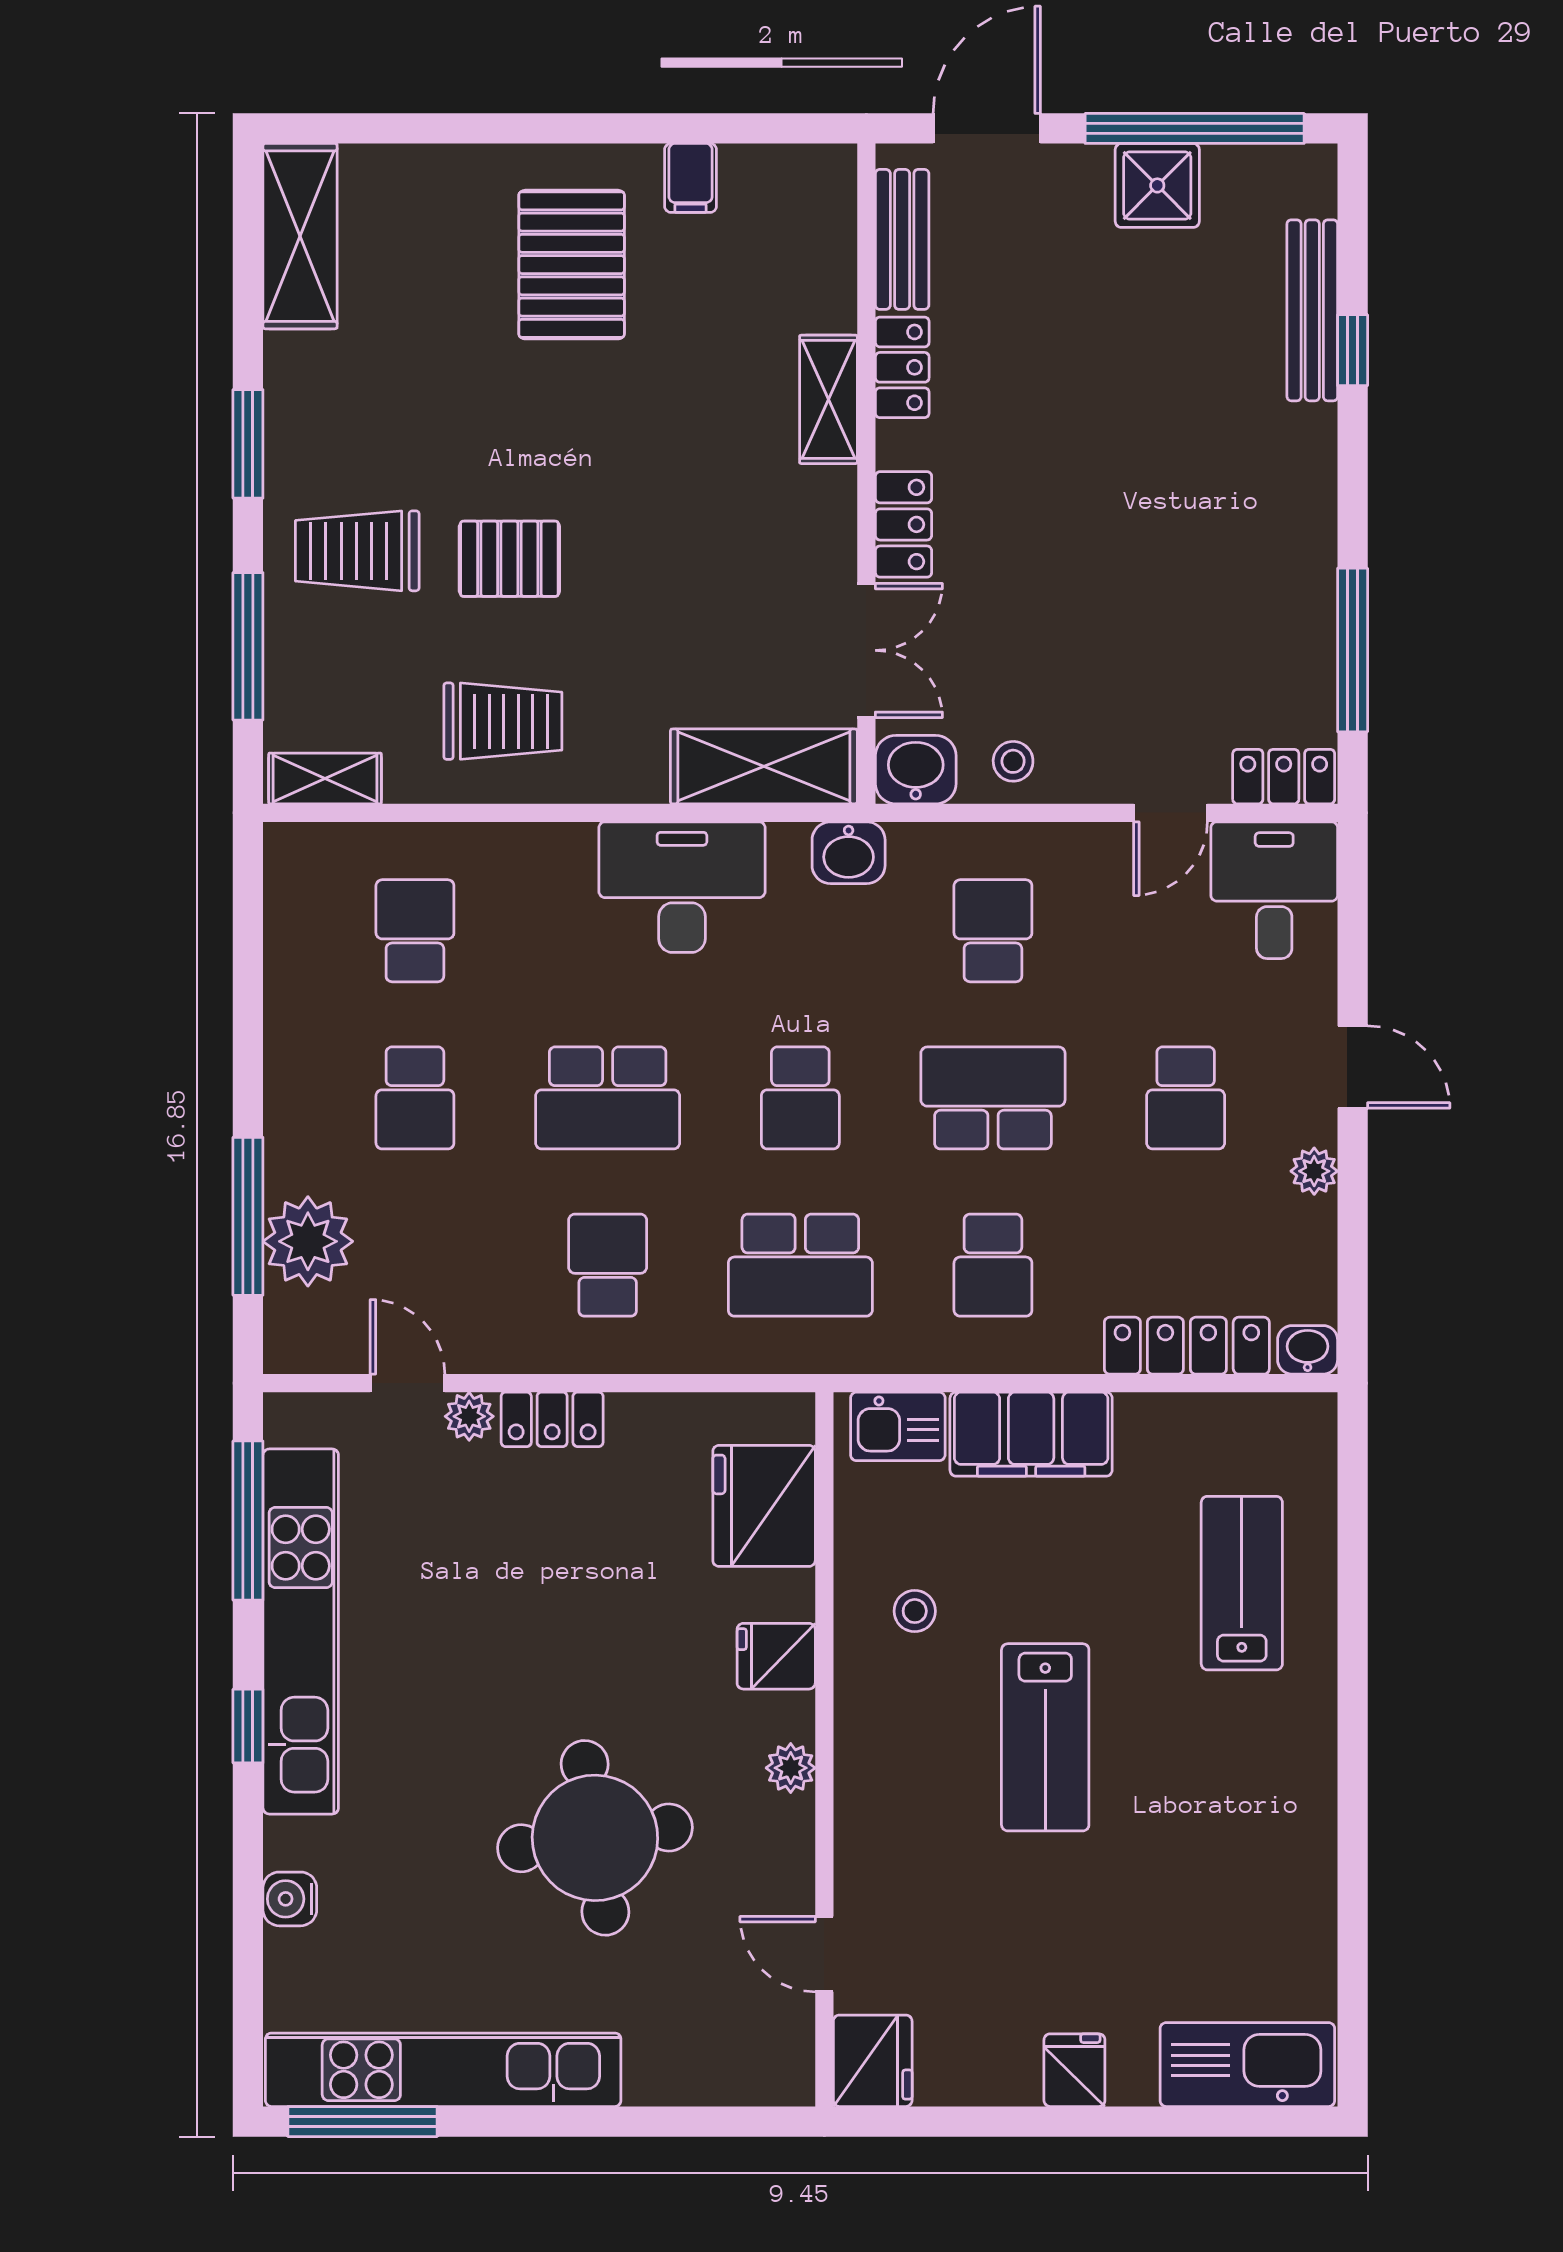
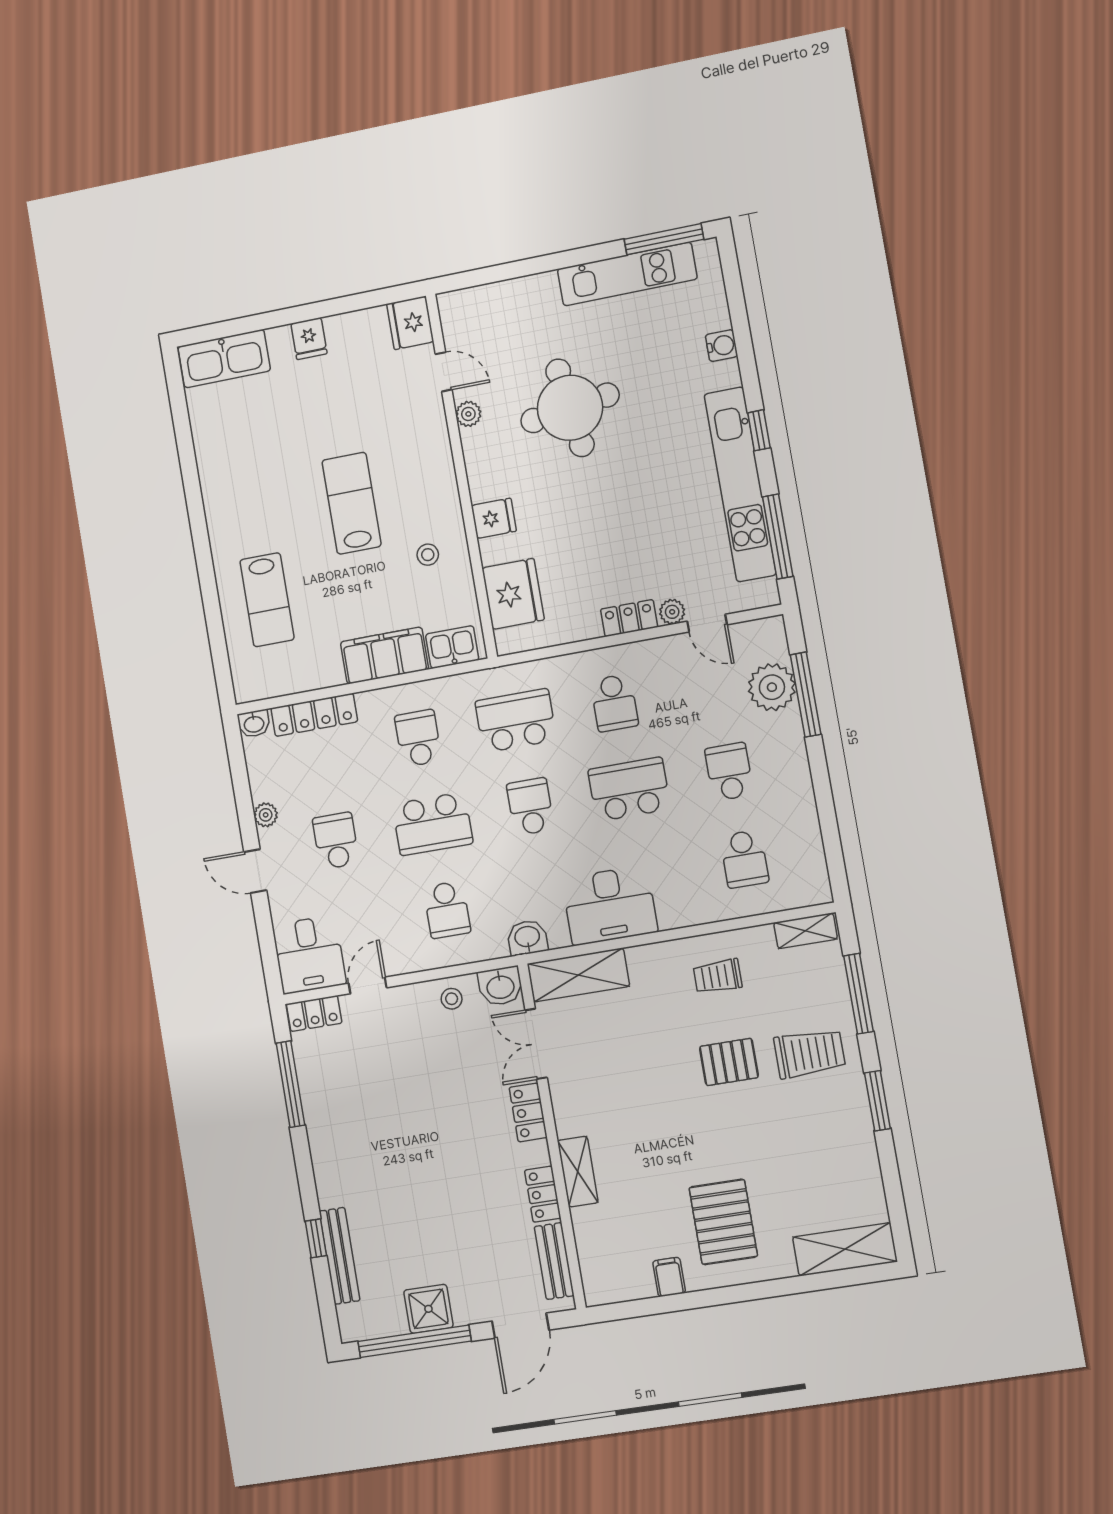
shelving: (300, 236) -> (845, 1249), moved, turned 90
trolley: (503, 721) -> (718, 976), width x0.73, depth x0.72
plant: (791, 1768) -> (468, 414), moved
kitchen unit: (443, 2070) -> (627, 274), width x0.73

